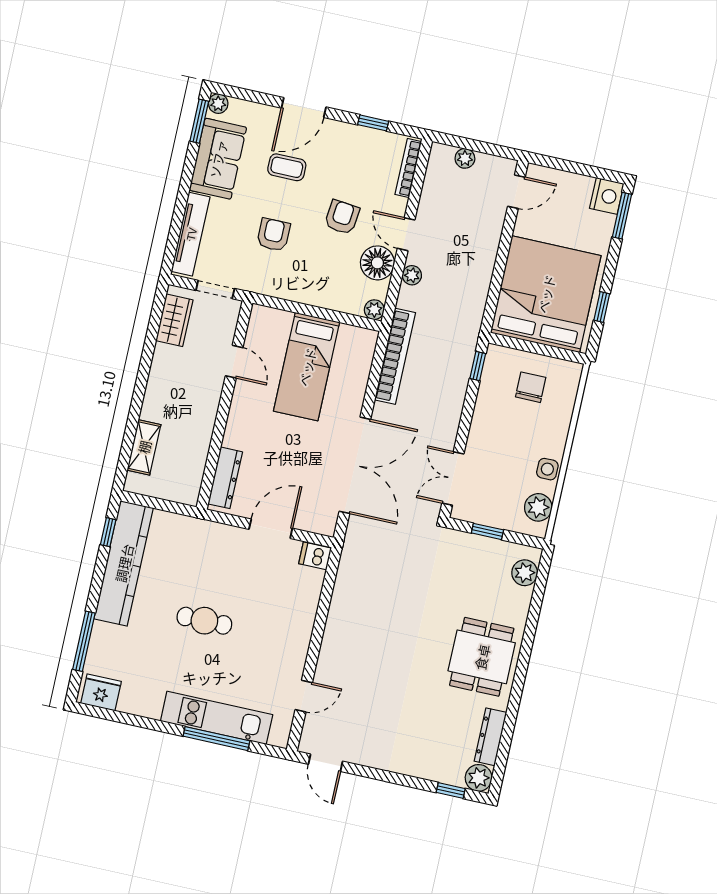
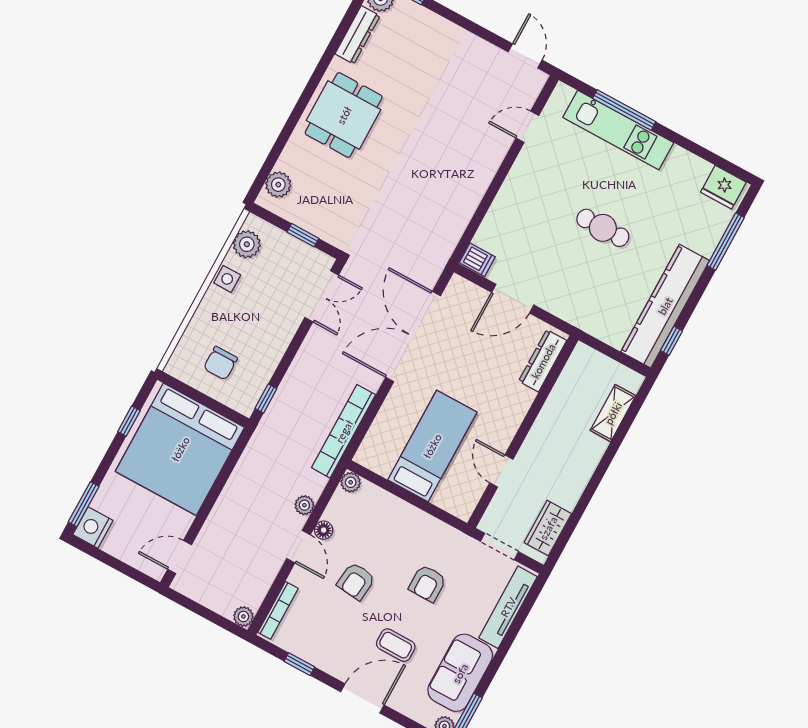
plant: (465, 158) -> (243, 616), moved
floor lamp: (377, 263) -> (324, 530), width x0.53, depth x0.53

